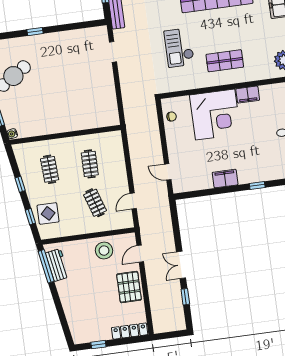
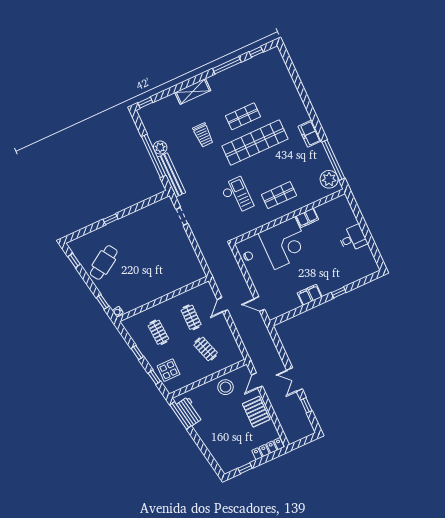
checkout: (179, 48) -> (237, 196), turned 180
door: (133, 201) -> (222, 305), moved

